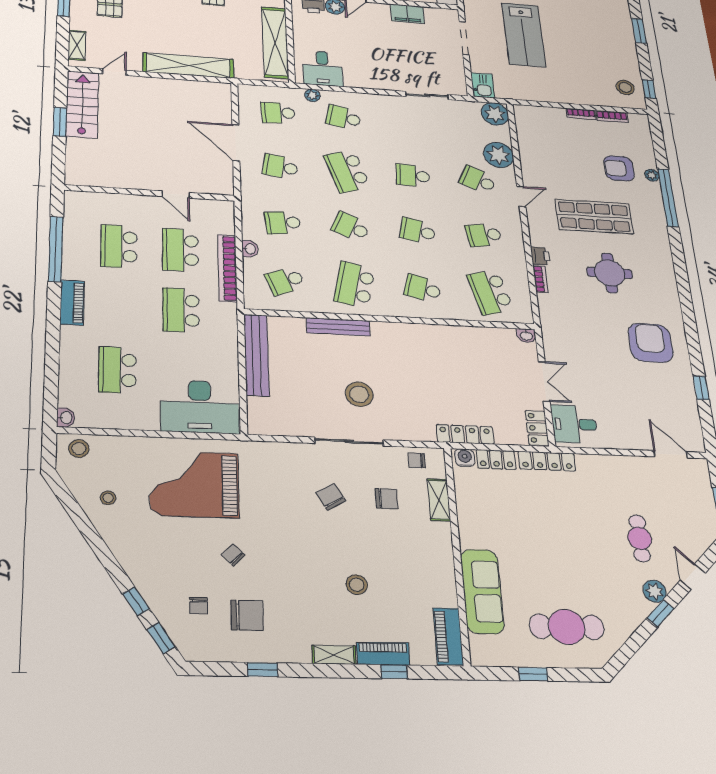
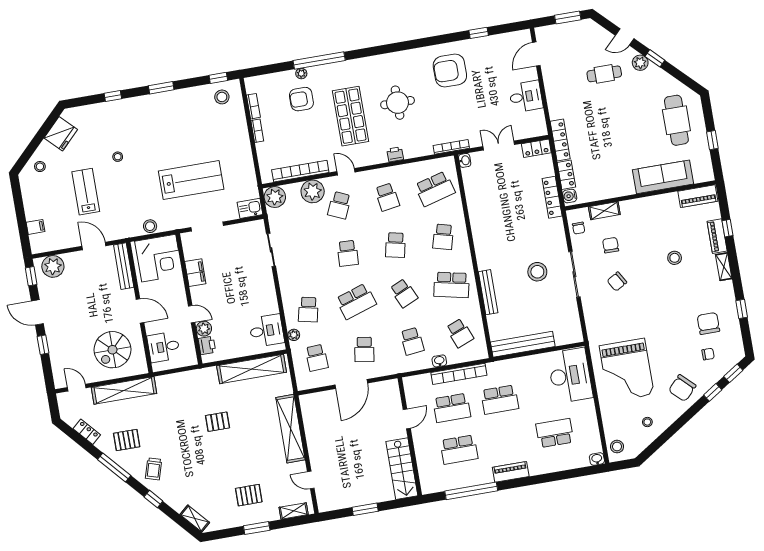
stairs: (82, 104) -> (402, 469), moved, turned -90
bookcase: (526, 148) -> (300, 171), added
armchair: (619, 168) -> (301, 99), turned 90
school desk: (351, 227) -> (404, 293), turned -48
bookcase: (540, 279) -> (451, 147), moved, width x1.56
school desk: (117, 370) -> (555, 433), turned 180
desk: (574, 424) -> (526, 96), moved, turned -90
chair: (233, 555) -> (682, 388), moved, width x1.87, depth x1.87

